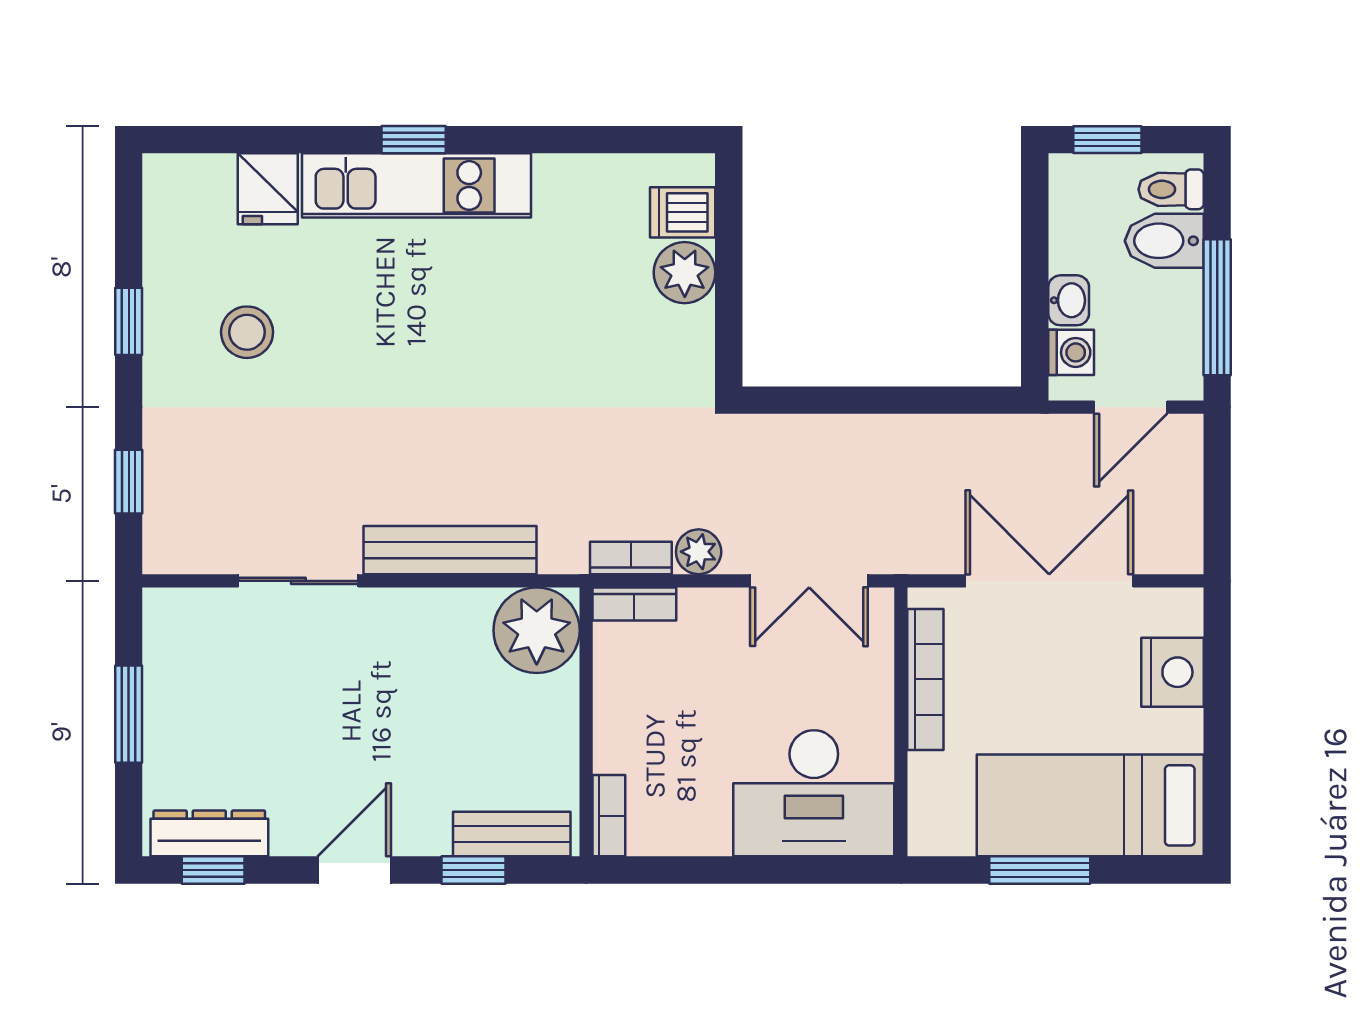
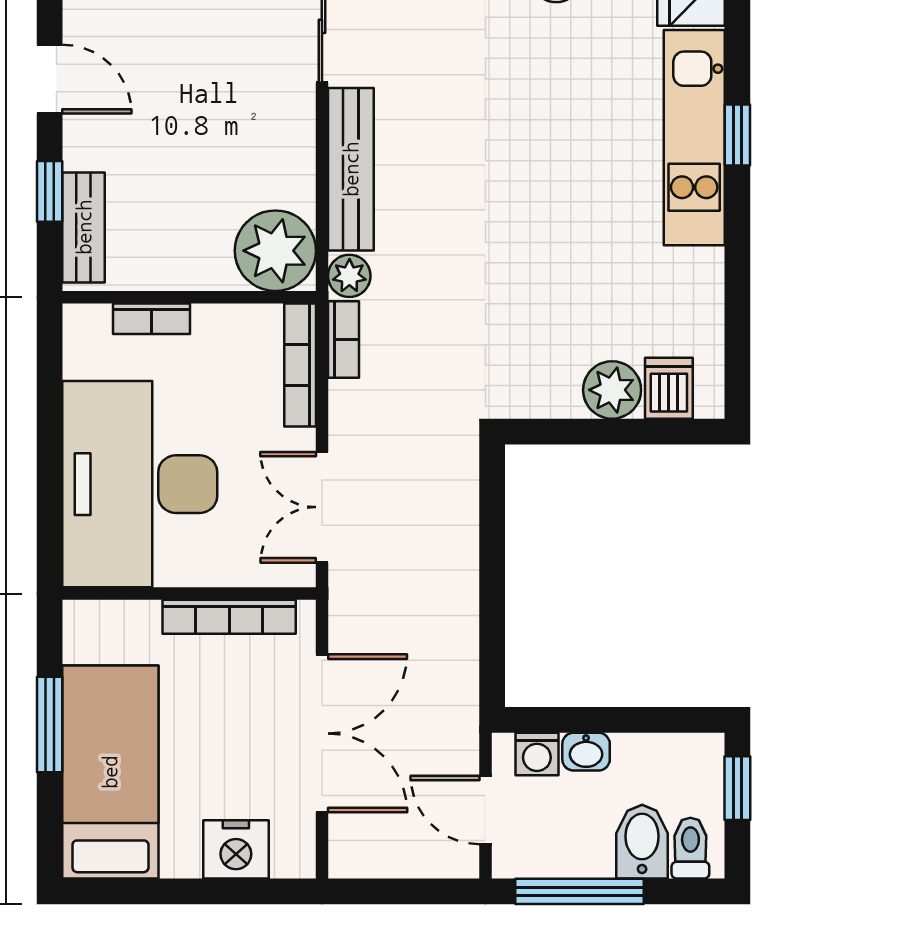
plant: (699, 552) -> (349, 276), moved
bookcase: (634, 604) -> (300, 365), width x1.56
desk: (814, 793) -> (140, 484), width x1.36, depth x1.30
bookcase: (609, 816) -> (152, 319), moved

